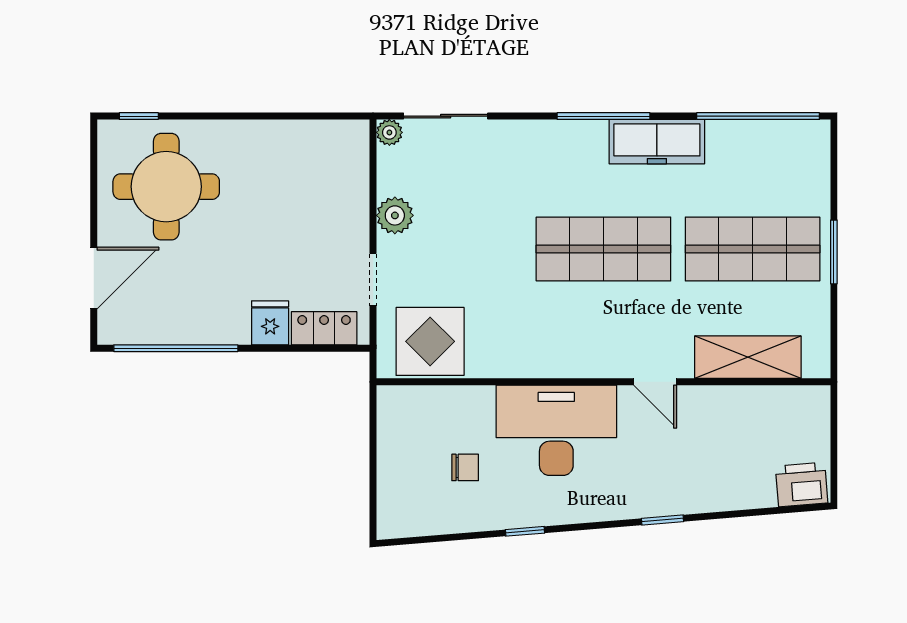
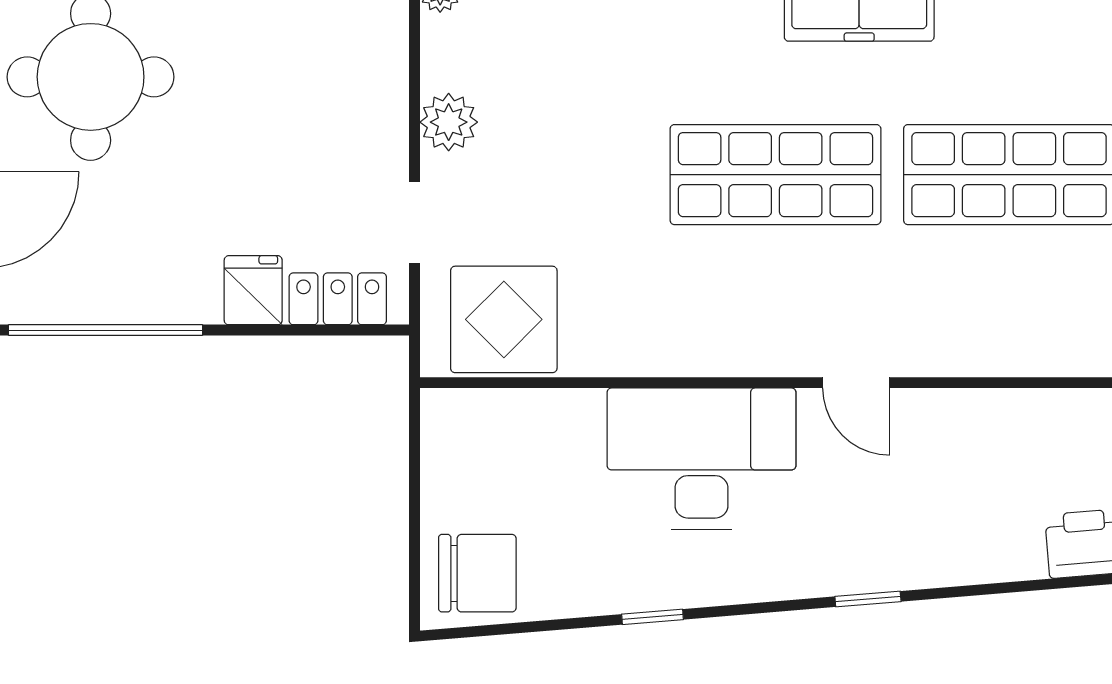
shelving: (748, 357) -> (1002, 344), removed
chair: (465, 467) -> (477, 573), moved, width x1.87, depth x1.87

